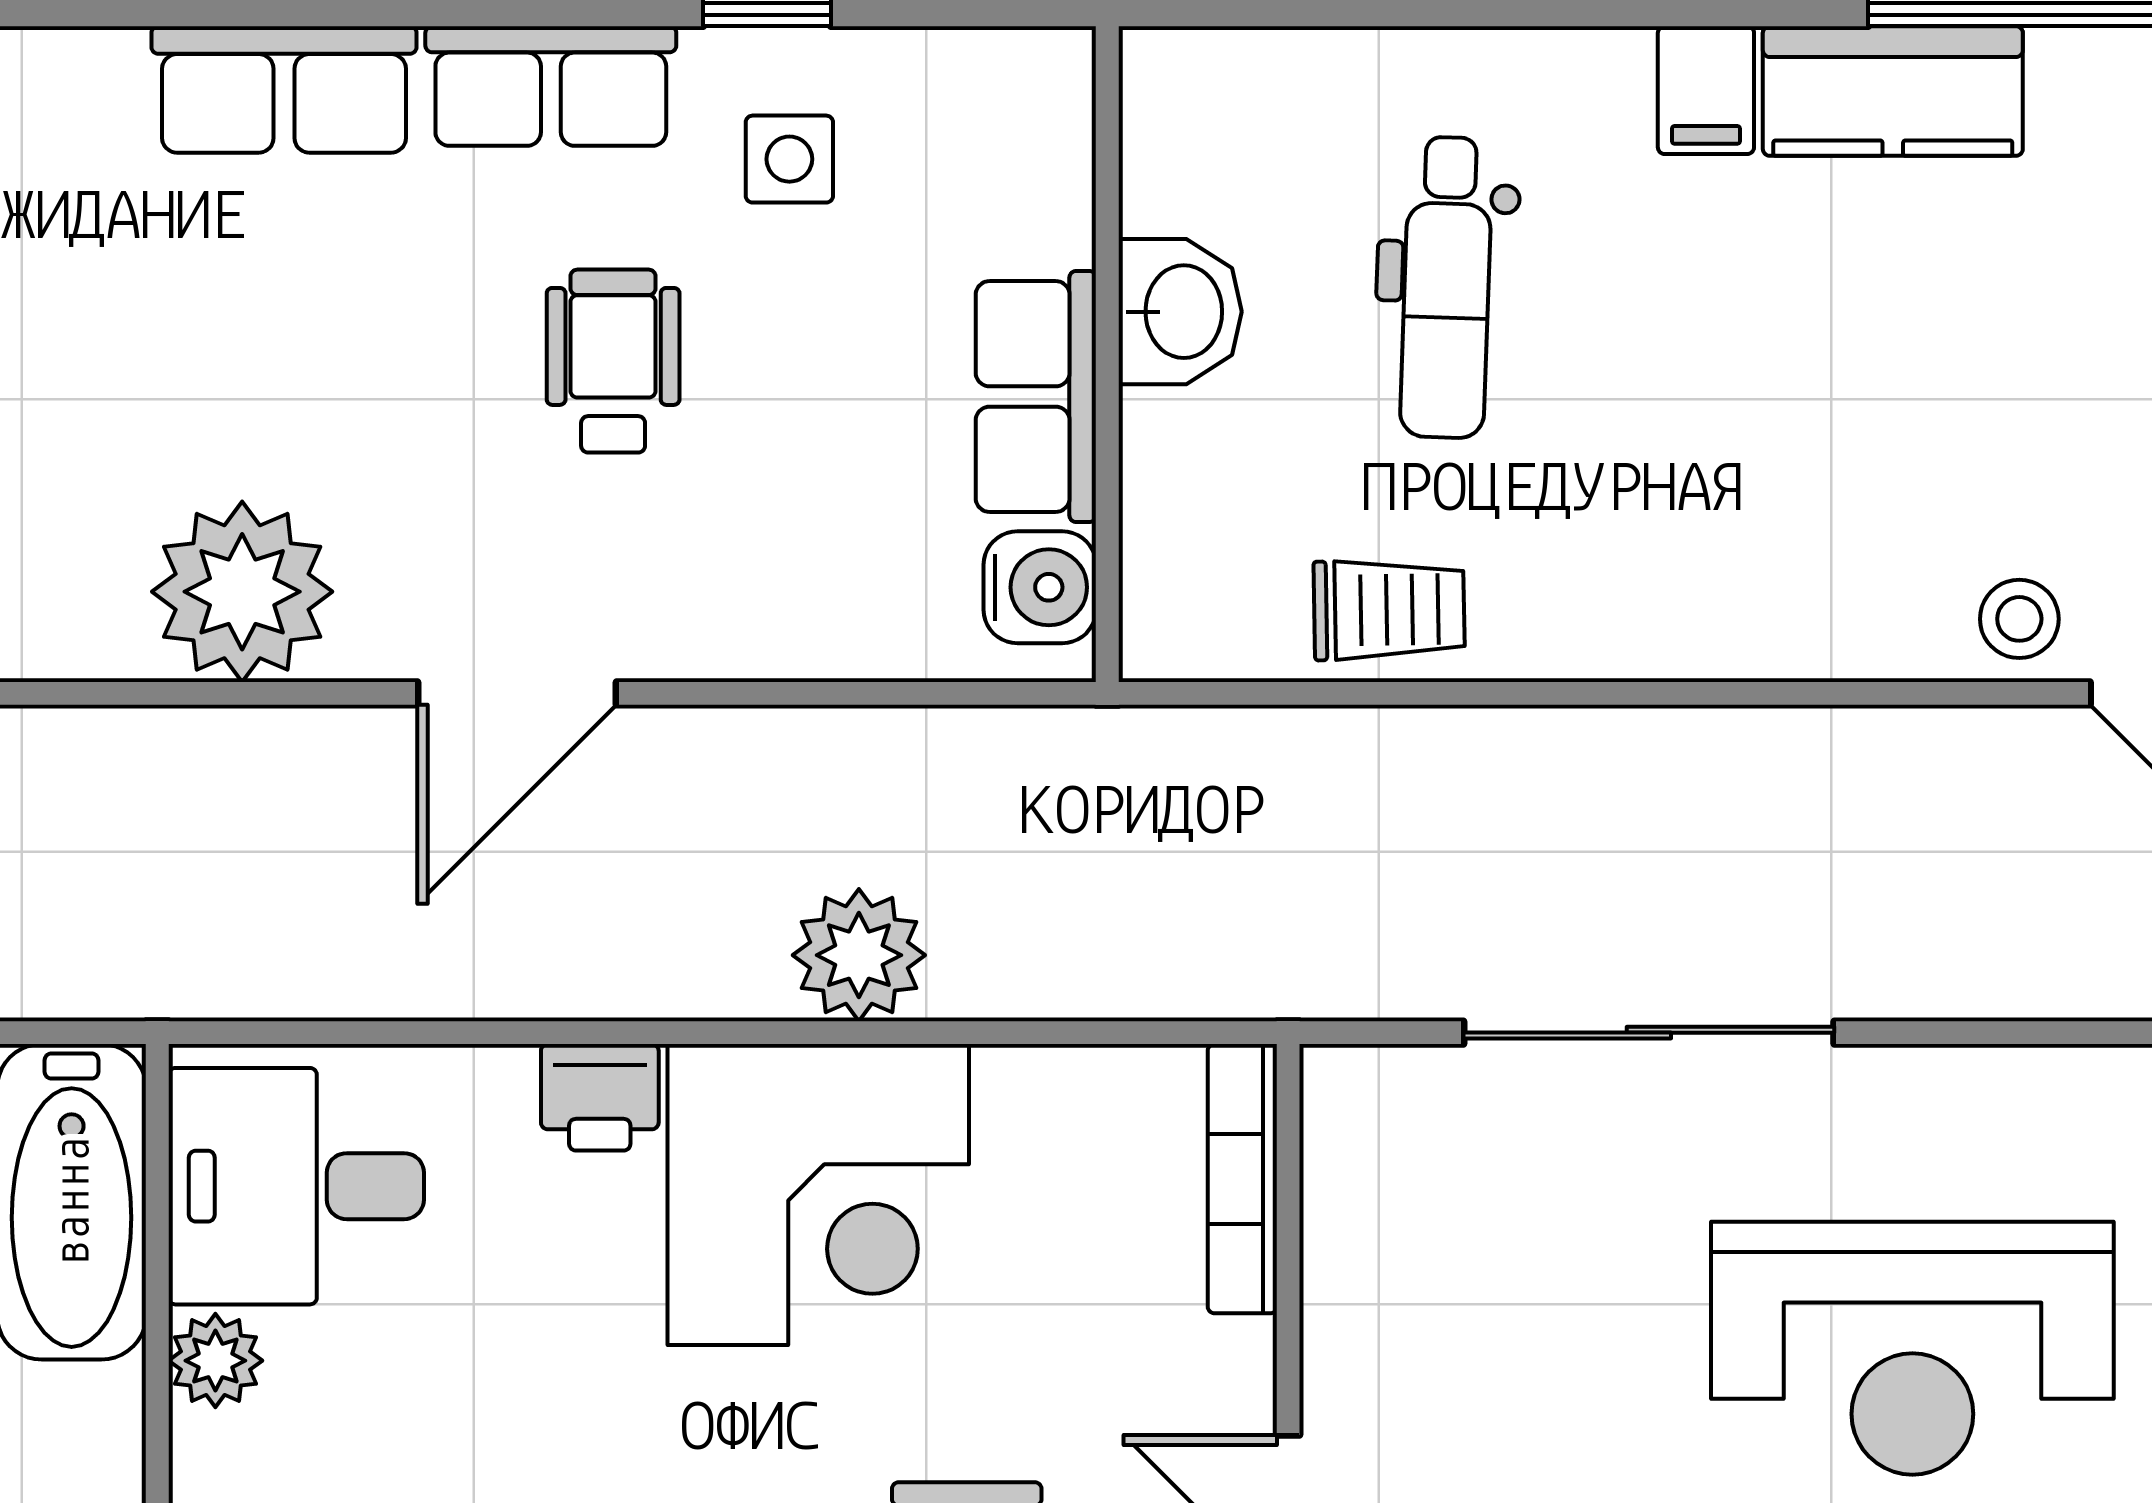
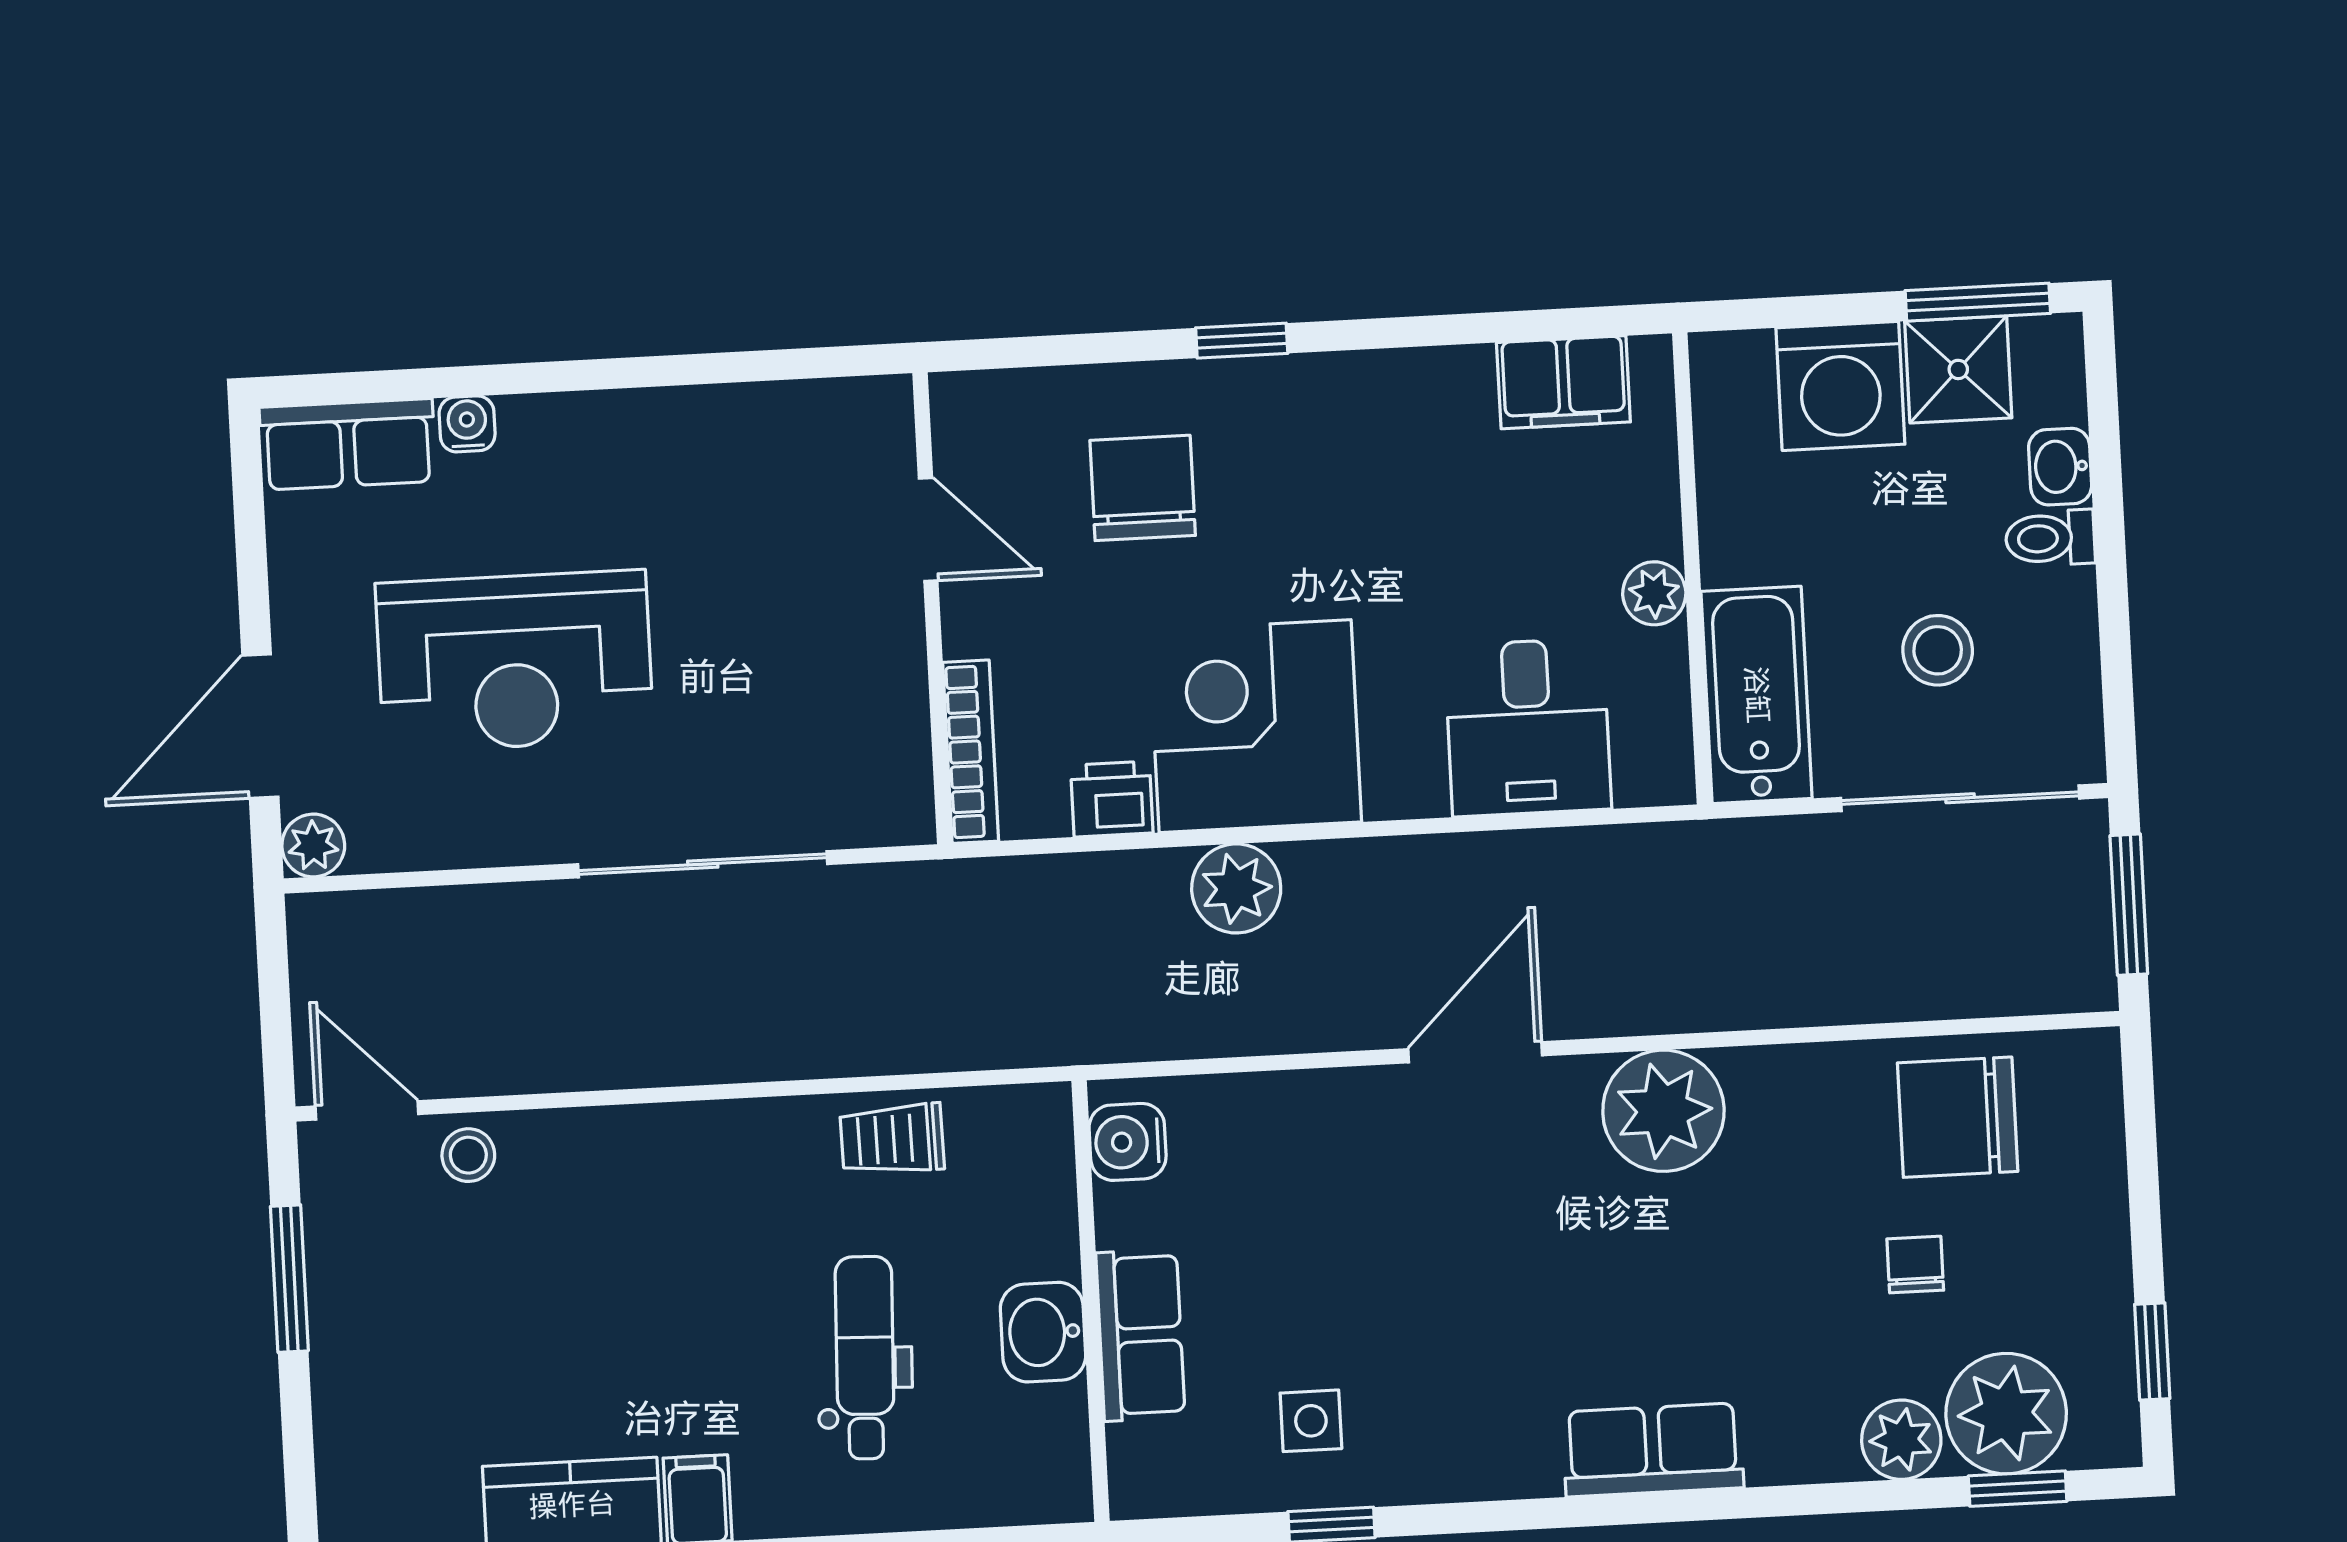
row of seats: (551, 86) -> (1474, 1461), removed
wheelchair: (613, 361) -> (1422, 1279), removed
row of seats: (1036, 397) -> (1140, 1335), moved
printer: (600, 1097) -> (1112, 799), moved
desk: (296, 1186) -> (1528, 727), moved, turned 90
reception desk: (1912, 1348) -> (514, 661), turned 180

